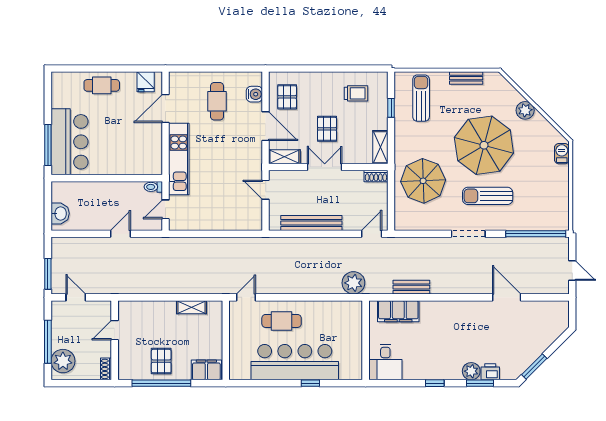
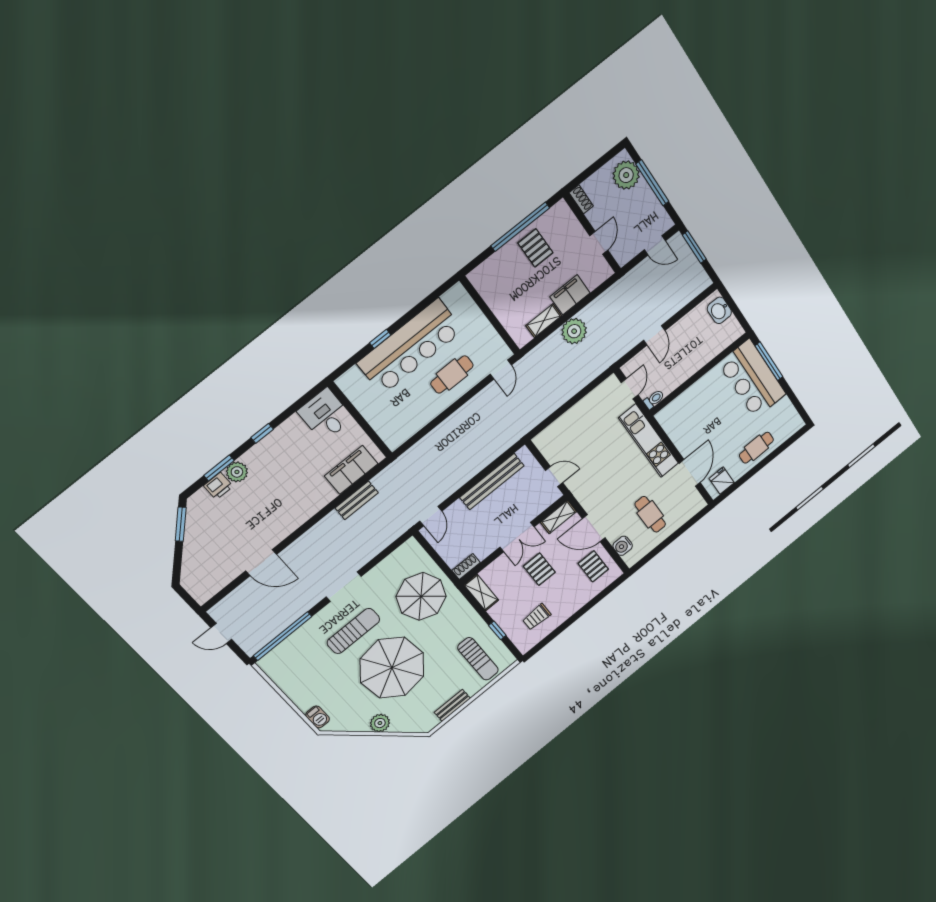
plant: (353, 283) -> (574, 331), moved
filing cabinet: (206, 370) -> (570, 295), moved, turned 180

